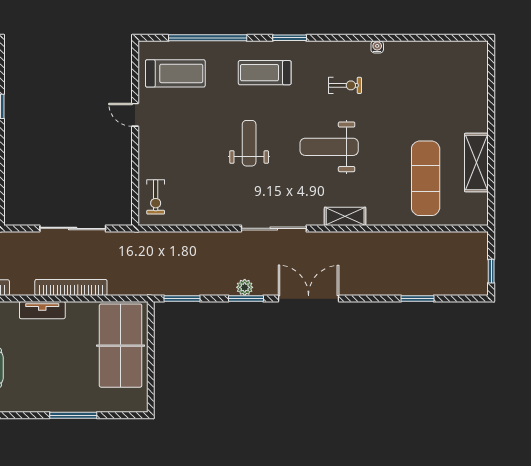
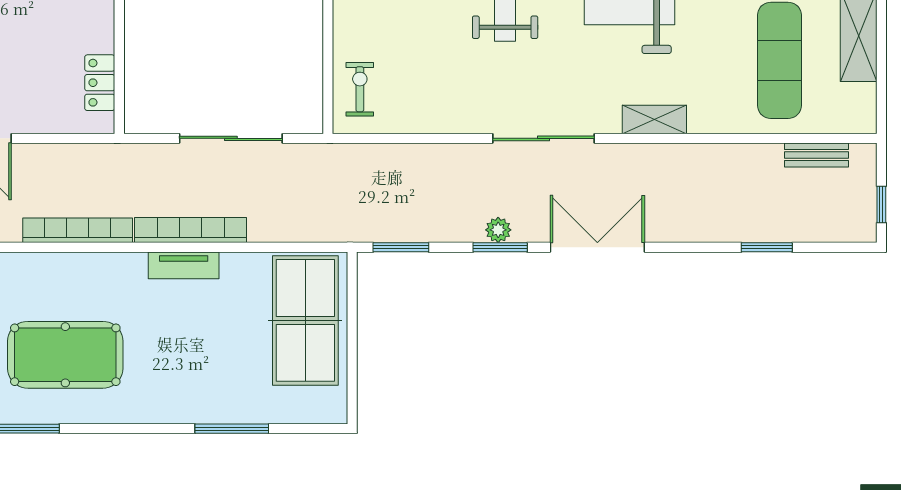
exercise bike: (156, 197) -> (360, 89), turned 180
bench: (449, 239) -> (816, 155), added
bookcase: (71, 287) -> (191, 230), moved

